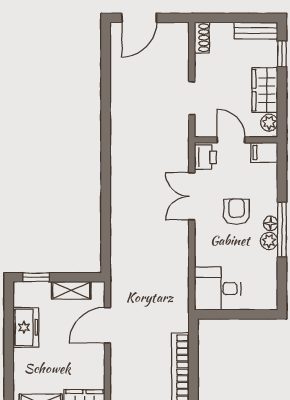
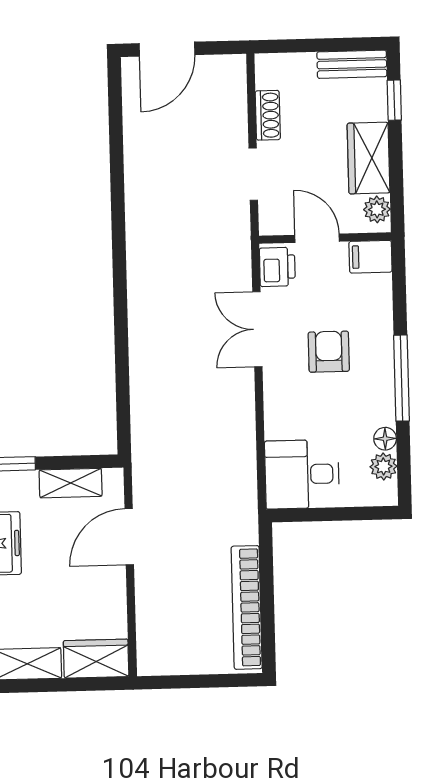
shoe rack: (202, 38) -> (268, 115), moved
floor lamp: (271, 223) -> (385, 439), moved
plant: (269, 241) -> (383, 466), moved

